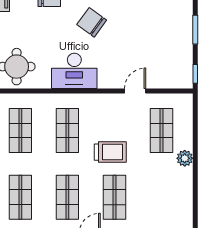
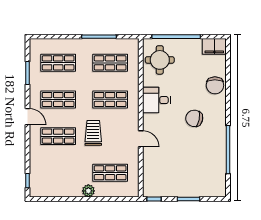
chair: (92, 22) -> (194, 118), turned -114
desk: (74, 71) -> (156, 100), width x0.73
door: (135, 91) -> (141, 139), moved
trolley: (110, 152) -> (93, 133), turned 180

